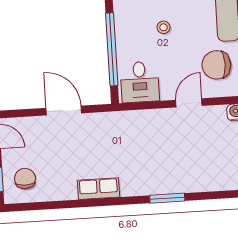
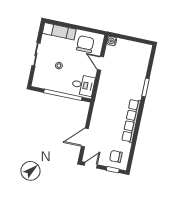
chair: (216, 65) -> (85, 44), turned 180
door: (64, 111) -> (85, 138), moved
row of seats: (98, 189) -> (131, 121), width x2.02

